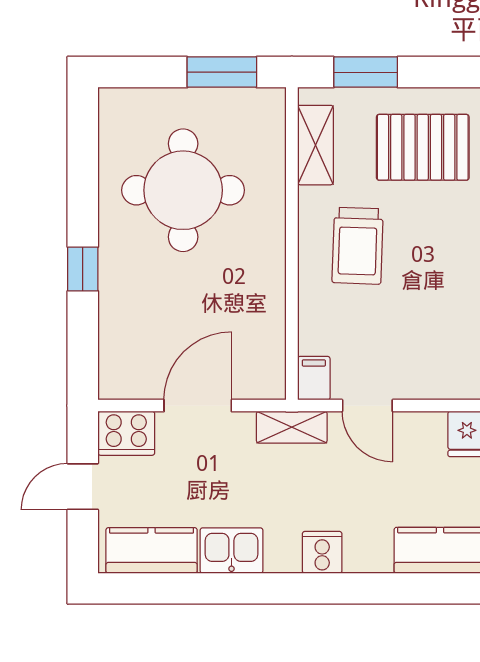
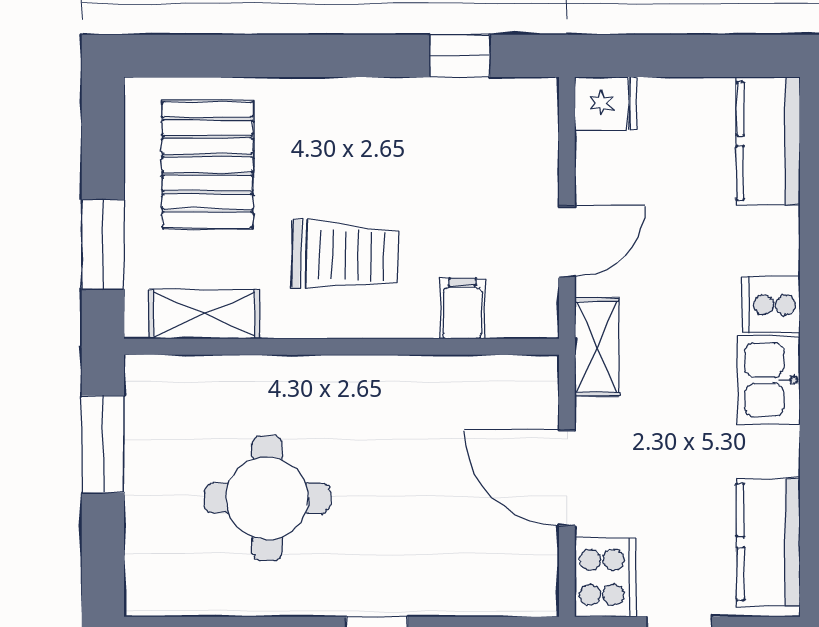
round table: (183, 190) -> (267, 498), width x0.73, depth x0.73
filing cabinet: (314, 378) -> (462, 309), moved, turned 90
kitchen sink: (231, 551) -> (769, 380), moved

